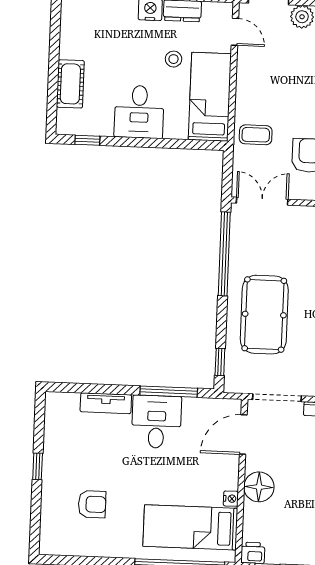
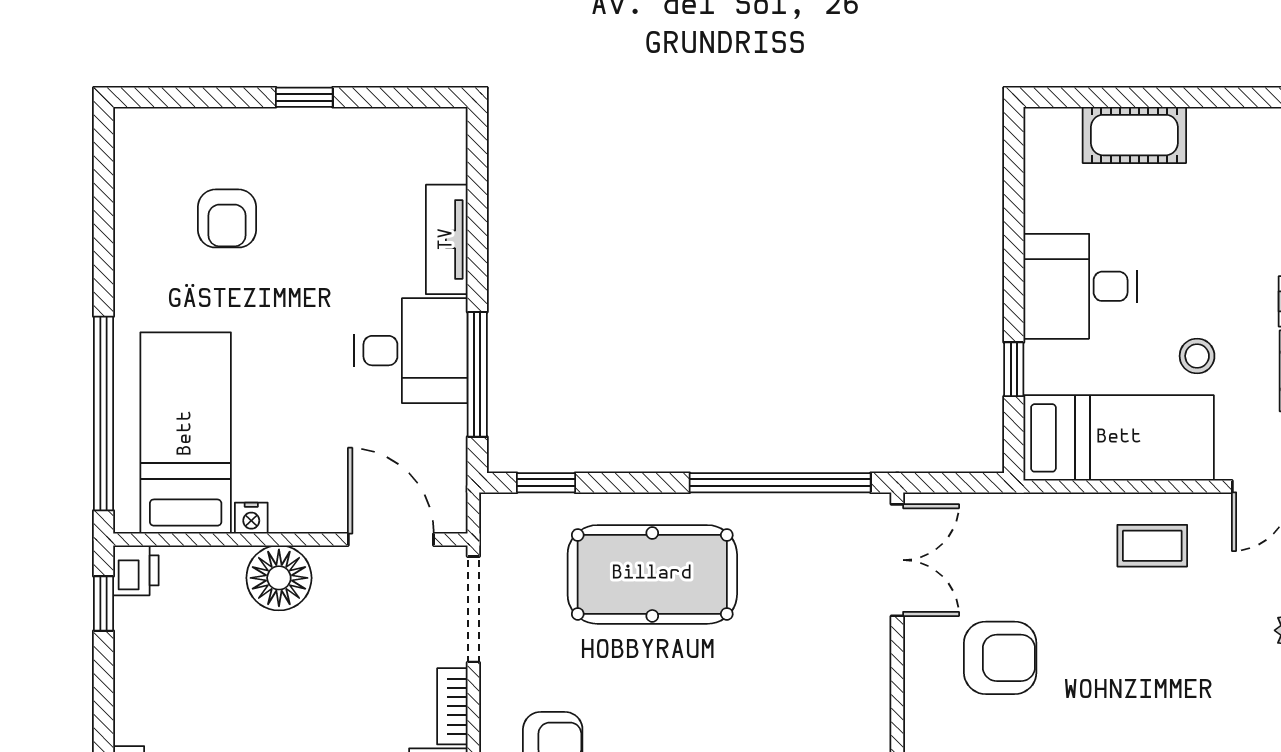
coffee table: (256, 135) -> (1152, 546), moved, turned 90
window: (87, 140) -> (1014, 369), moved

